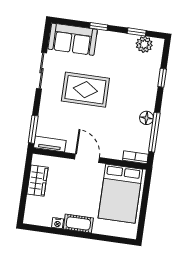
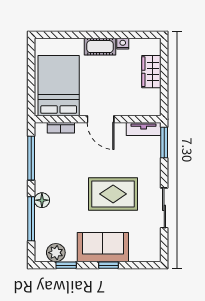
sofa: (73, 39) -> (103, 247), moved
window: (162, 78) -> (31, 219), width x2.17
floor lamp: (147, 118) -> (42, 200), moved
bookcase: (135, 157) -> (61, 128), moved
wardrobe: (37, 181) -> (151, 72), moved

